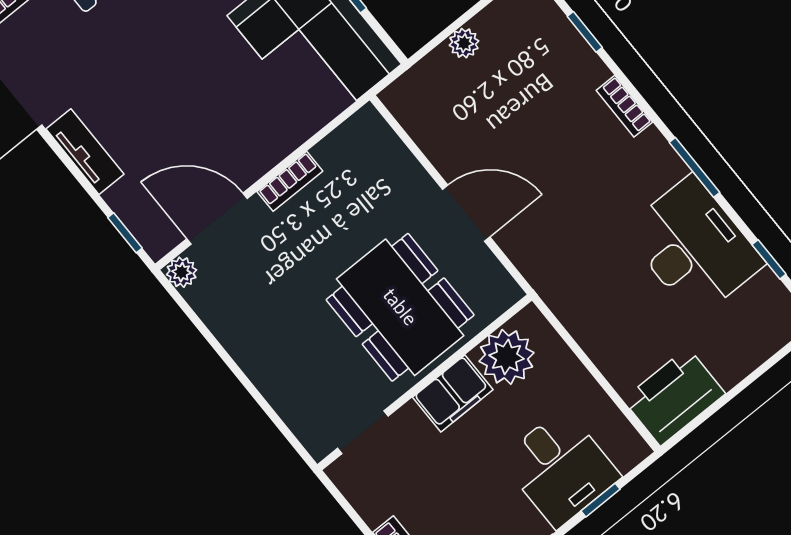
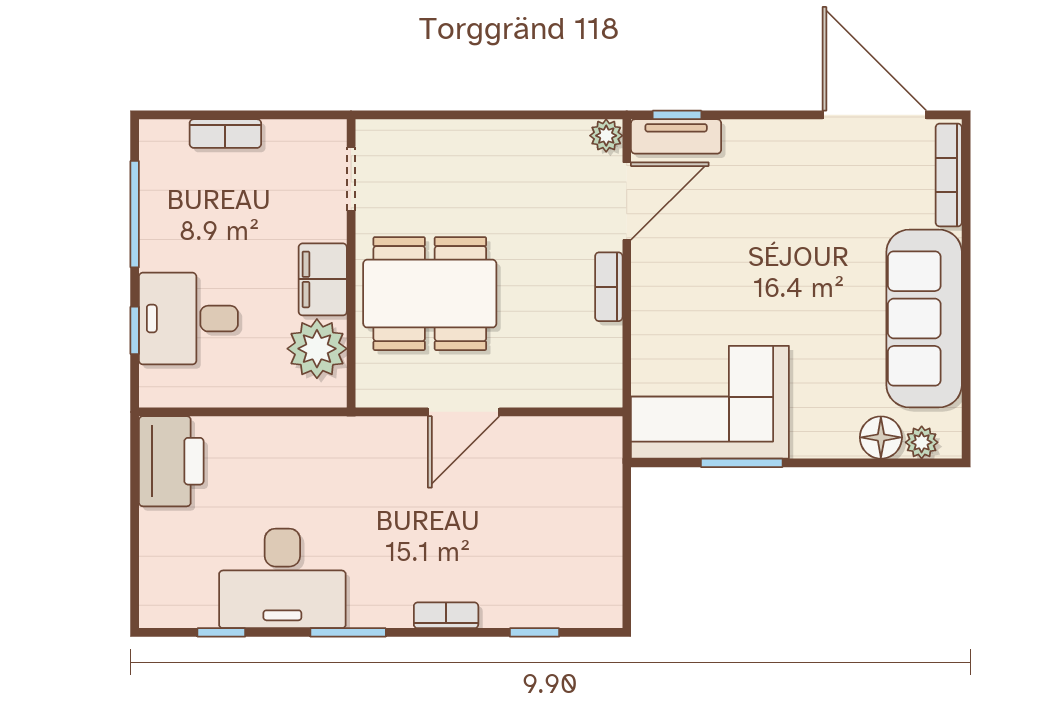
plant: (464, 43) -> (606, 525), removed
tv unit: (85, 152) -> (676, 136), moved

